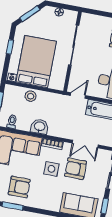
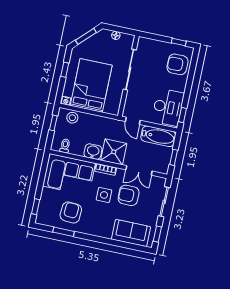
door: (78, 95) -> (133, 121), swing flipped
stool: (31, 96) -> (72, 118), moved
shower: (60, 126) -> (114, 152), added
armchair: (19, 187) -> (71, 212), turned -86

